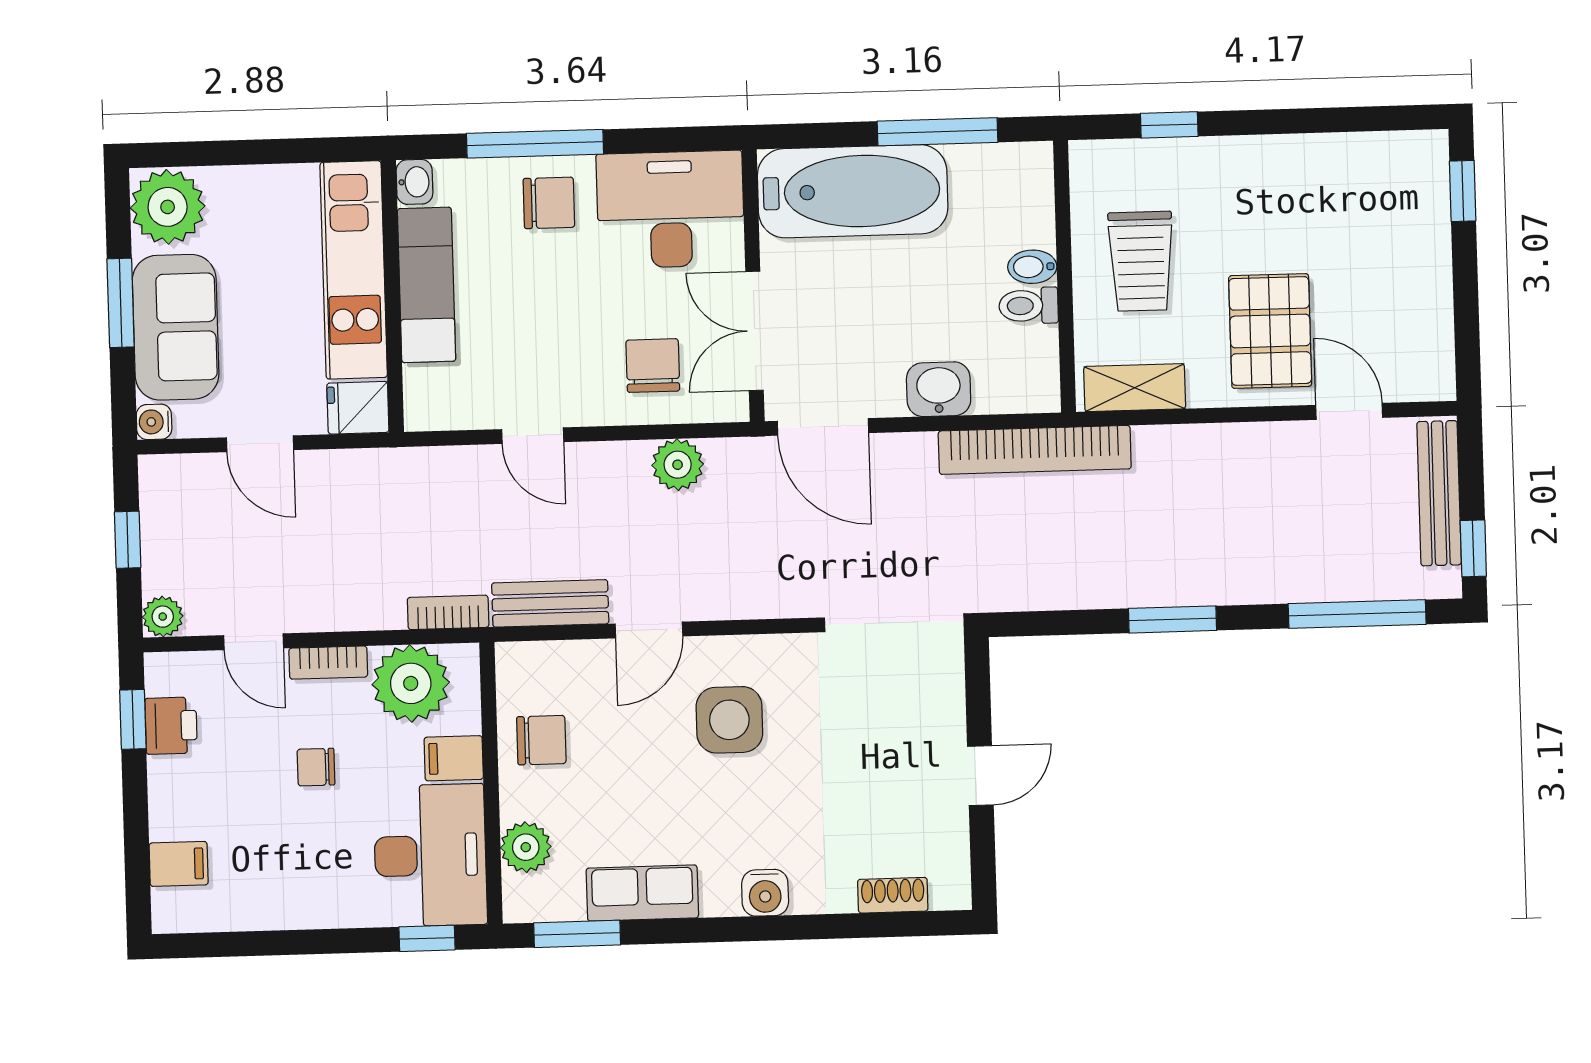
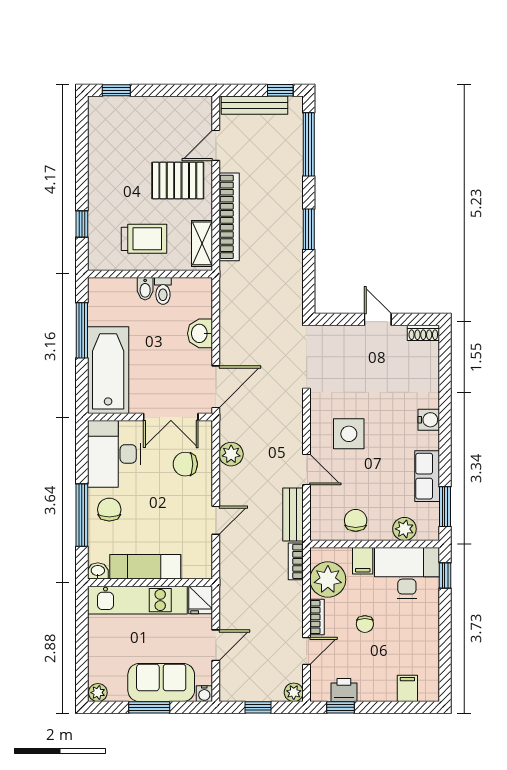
plant: (168, 207) -> (98, 693), width x0.53, depth x0.53
bookcase: (1035, 450) -> (229, 217), moved
shoe rack: (893, 895) -> (423, 333), moved, turned -90

